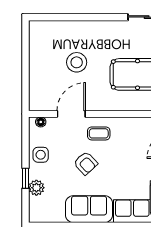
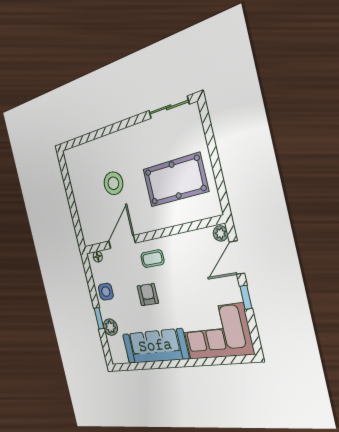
armchair: (86, 163) -> (148, 295), turned -137
sofa: (89, 209) -> (155, 346), width x1.36

